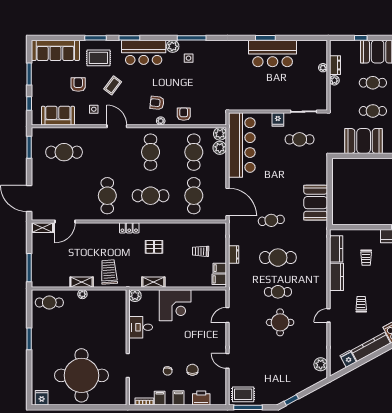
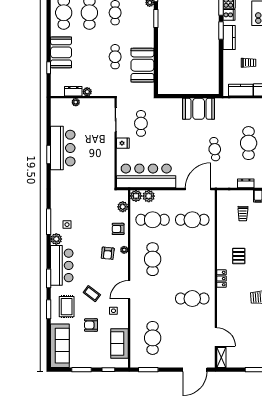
cafe table: (373, 83) -> (89, 57), removed
plant: (208, 119) -> (123, 207), added
cafe table: (151, 152) -> (153, 259), turned 90
cafe table: (151, 196) -> (192, 259), removed

